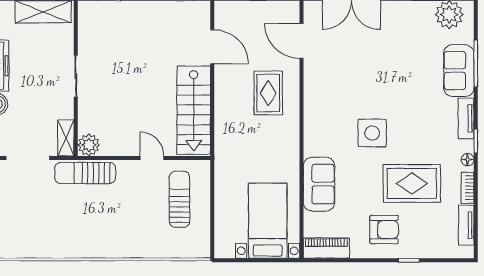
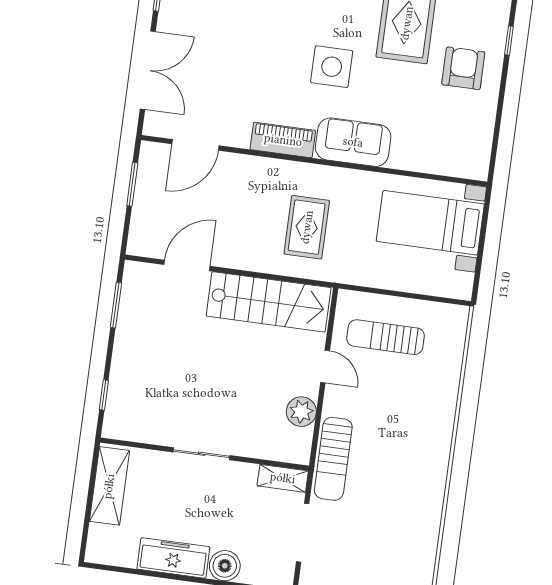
rug: (268, 93) -> (307, 227), moved, turned 90
plant: (89, 145) -> (301, 412), moved
door: (152, 158) -> (325, 366), swing flipped
sofa: (319, 184) -> (353, 142), moved
piano: (326, 248) -> (283, 140), moved, turned 90

